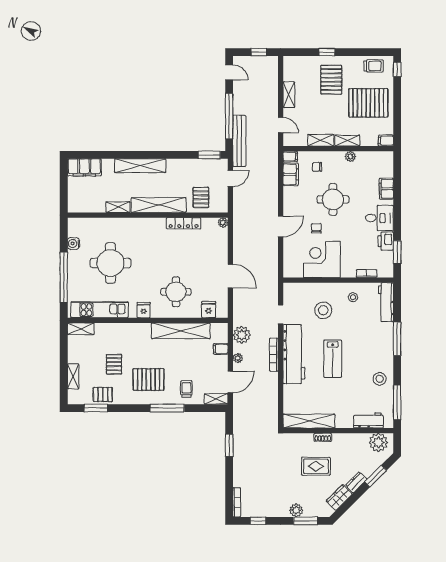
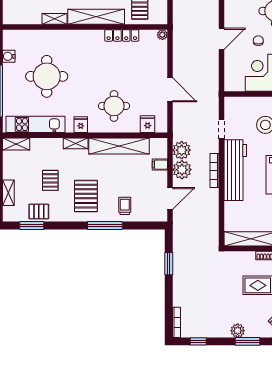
plant: (238, 358) -> (182, 170), width x1.88, depth x1.88
pallet: (149, 379) -> (86, 196), turned 90
shelving: (216, 399) -> (76, 143), moved

